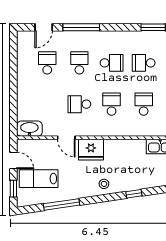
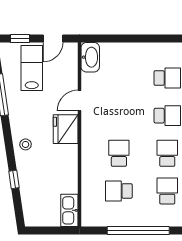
school desk: (112, 63) -> (167, 153), turned 180
school desk: (79, 104) -> (119, 116), removed
school desk: (112, 104) -> (119, 153), turned -90
school desk: (144, 104) -> (119, 191), turned 180

